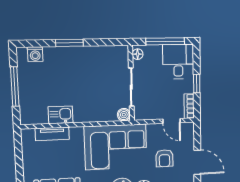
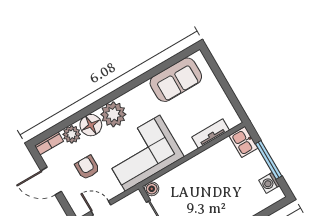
washing machine: (35, 54) -> (269, 183), moved, turned -90
kitchen sink: (61, 115) -> (243, 142), moved, turned 90

